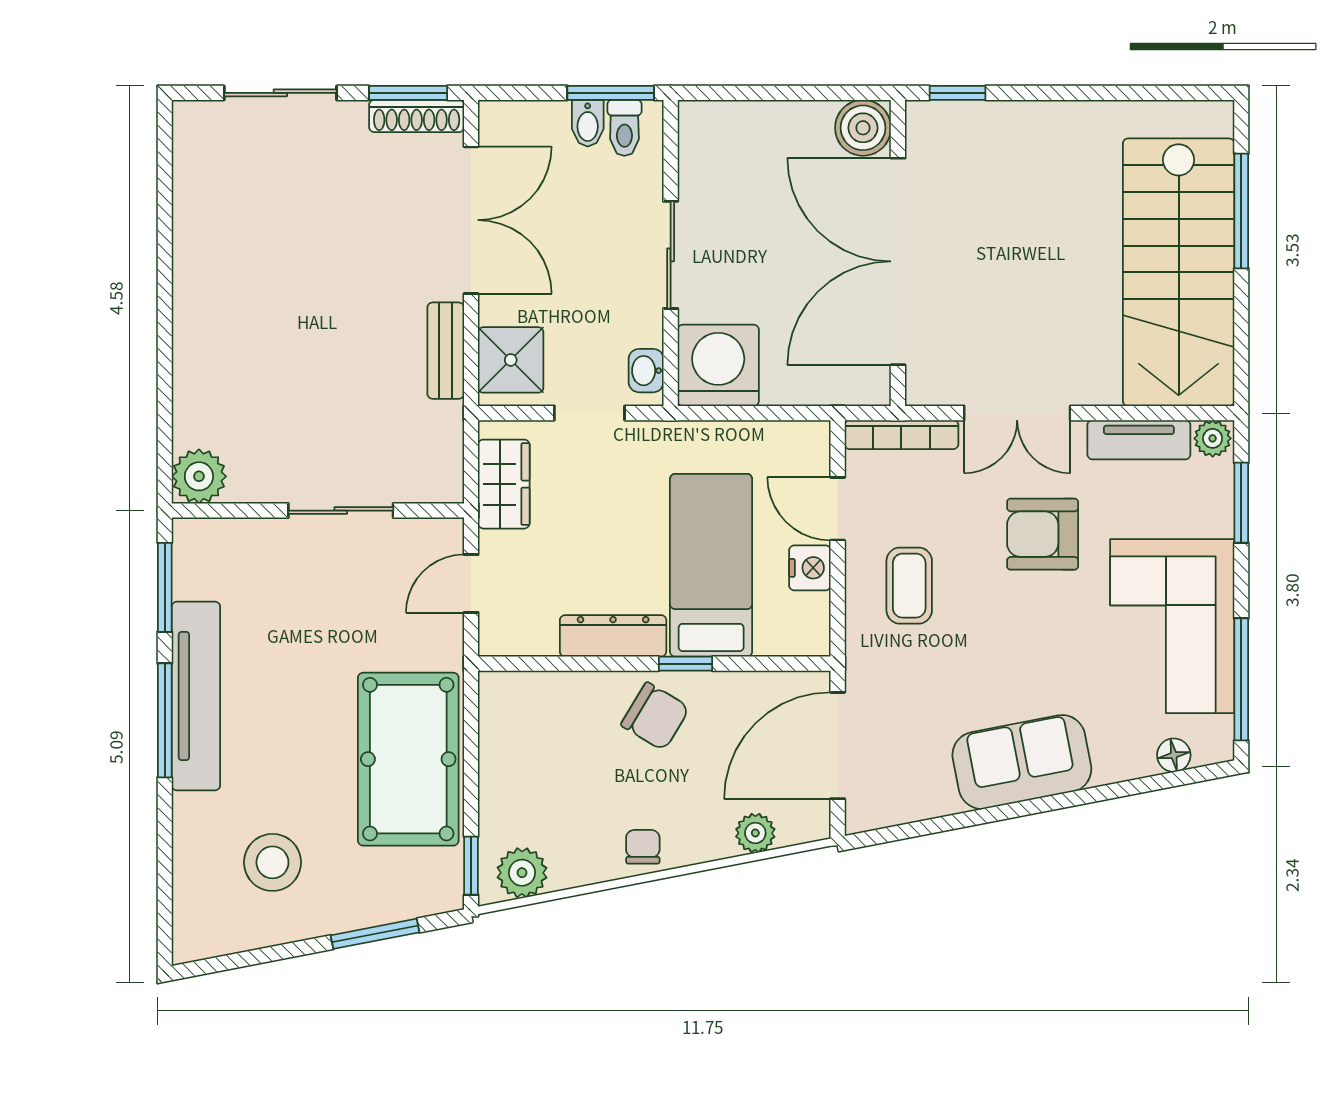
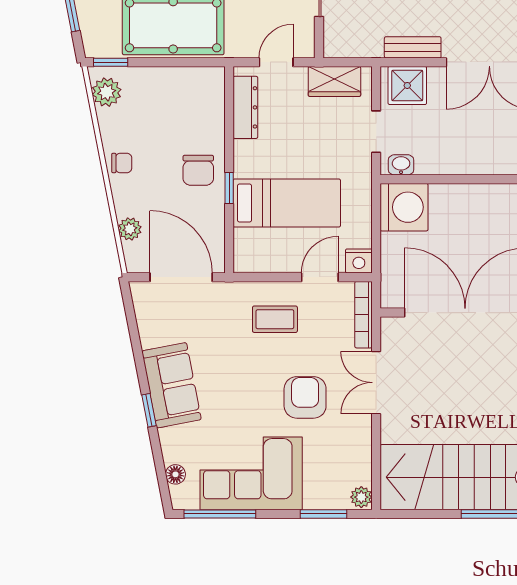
sliding door: (671, 255) -> (469, 179), removed
tv unit: (1139, 440) -> (360, 454), removed
nightstand: (810, 568) -> (359, 261), moved
door: (471, 584) -> (276, 62), hinge flipped
dresser: (613, 636) -> (245, 107), moved
chair: (655, 716) -> (198, 170), turned -31
window: (1064, 800) -> (149, 410), added

